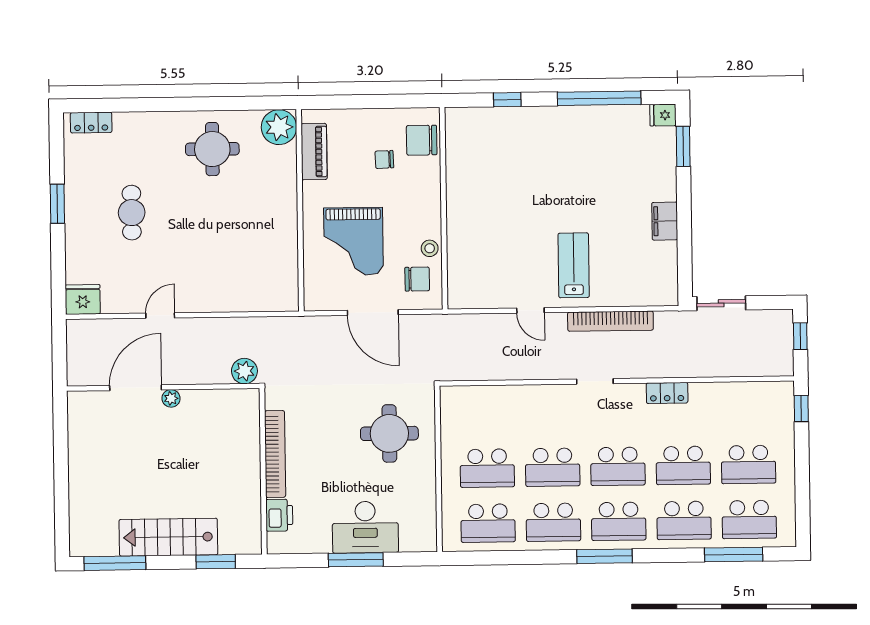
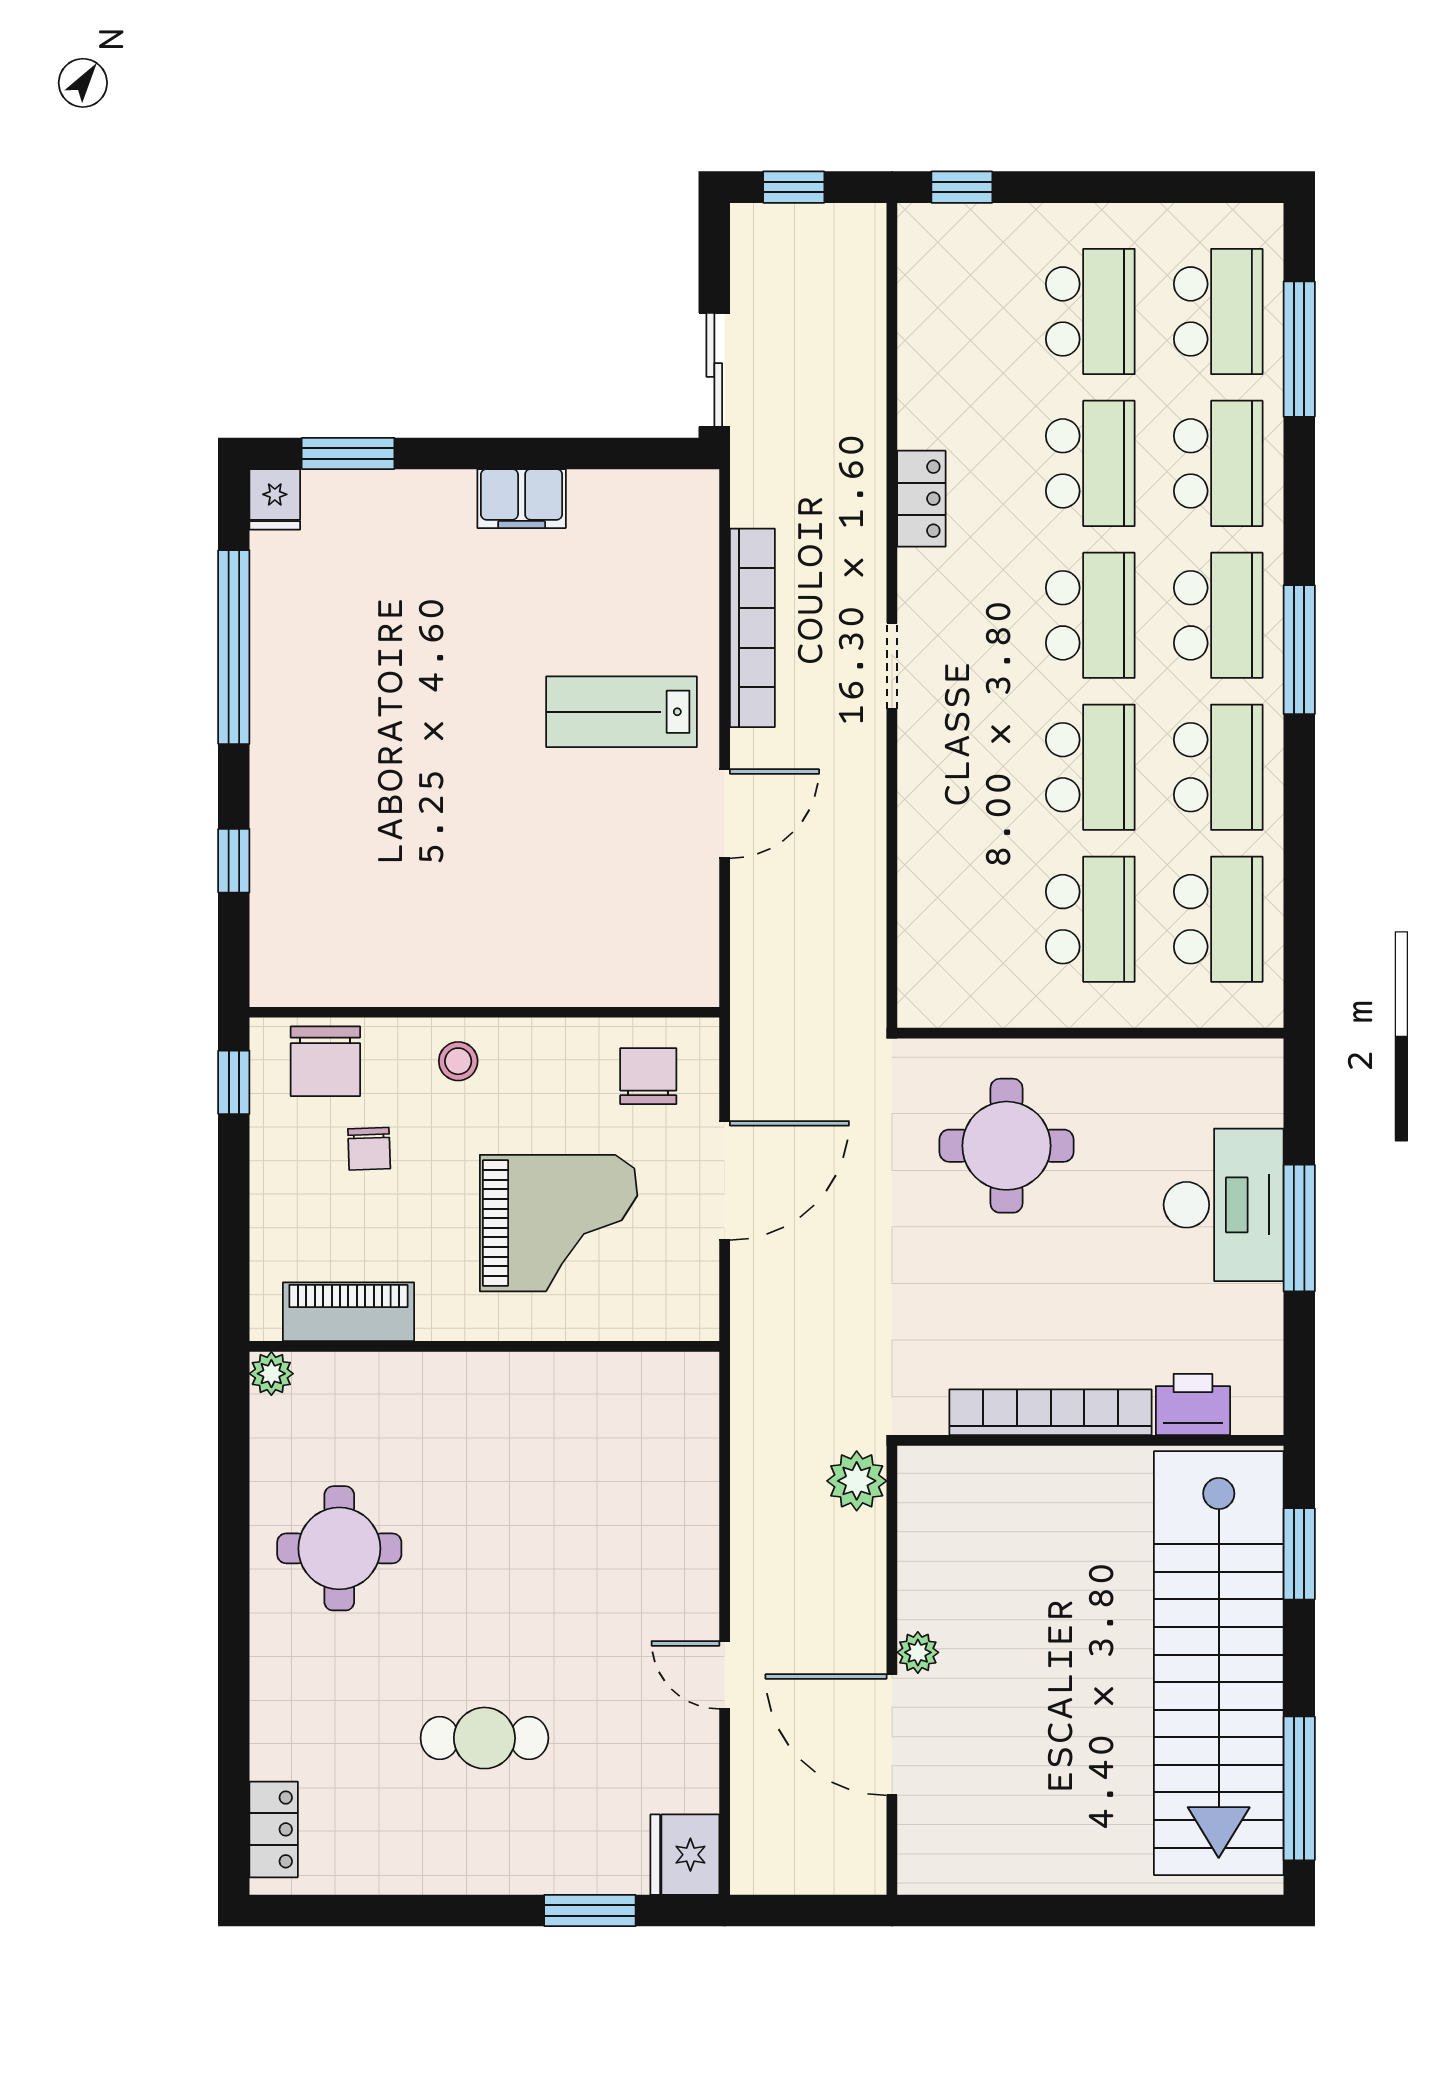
window: (412, 101) -> (234, 1082), added
plant: (279, 127) -> (271, 1374), width x0.53, depth x0.53
window: (57, 204) -> (590, 1910), moved
stool: (430, 248) -> (458, 1061), moved
door: (530, 310) -> (725, 814), width x1.38
stairs: (168, 537) -> (1219, 1663), width x1.86, depth x1.51

